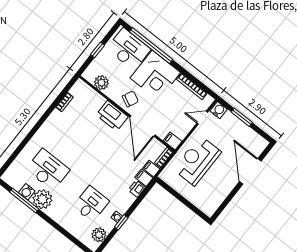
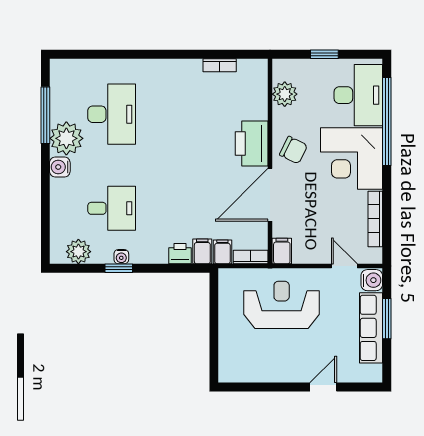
row of seats: (240, 128) -> (371, 328), added
door: (250, 171) -> (323, 387), width x0.53
water cooler: (27, 192) -> (60, 167), moved

